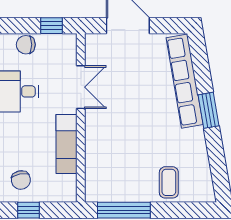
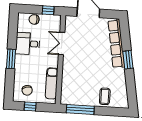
double door: (81, 87) -> (62, 43), swing flipped
exam couch: (67, 144) -> (52, 83), moved

